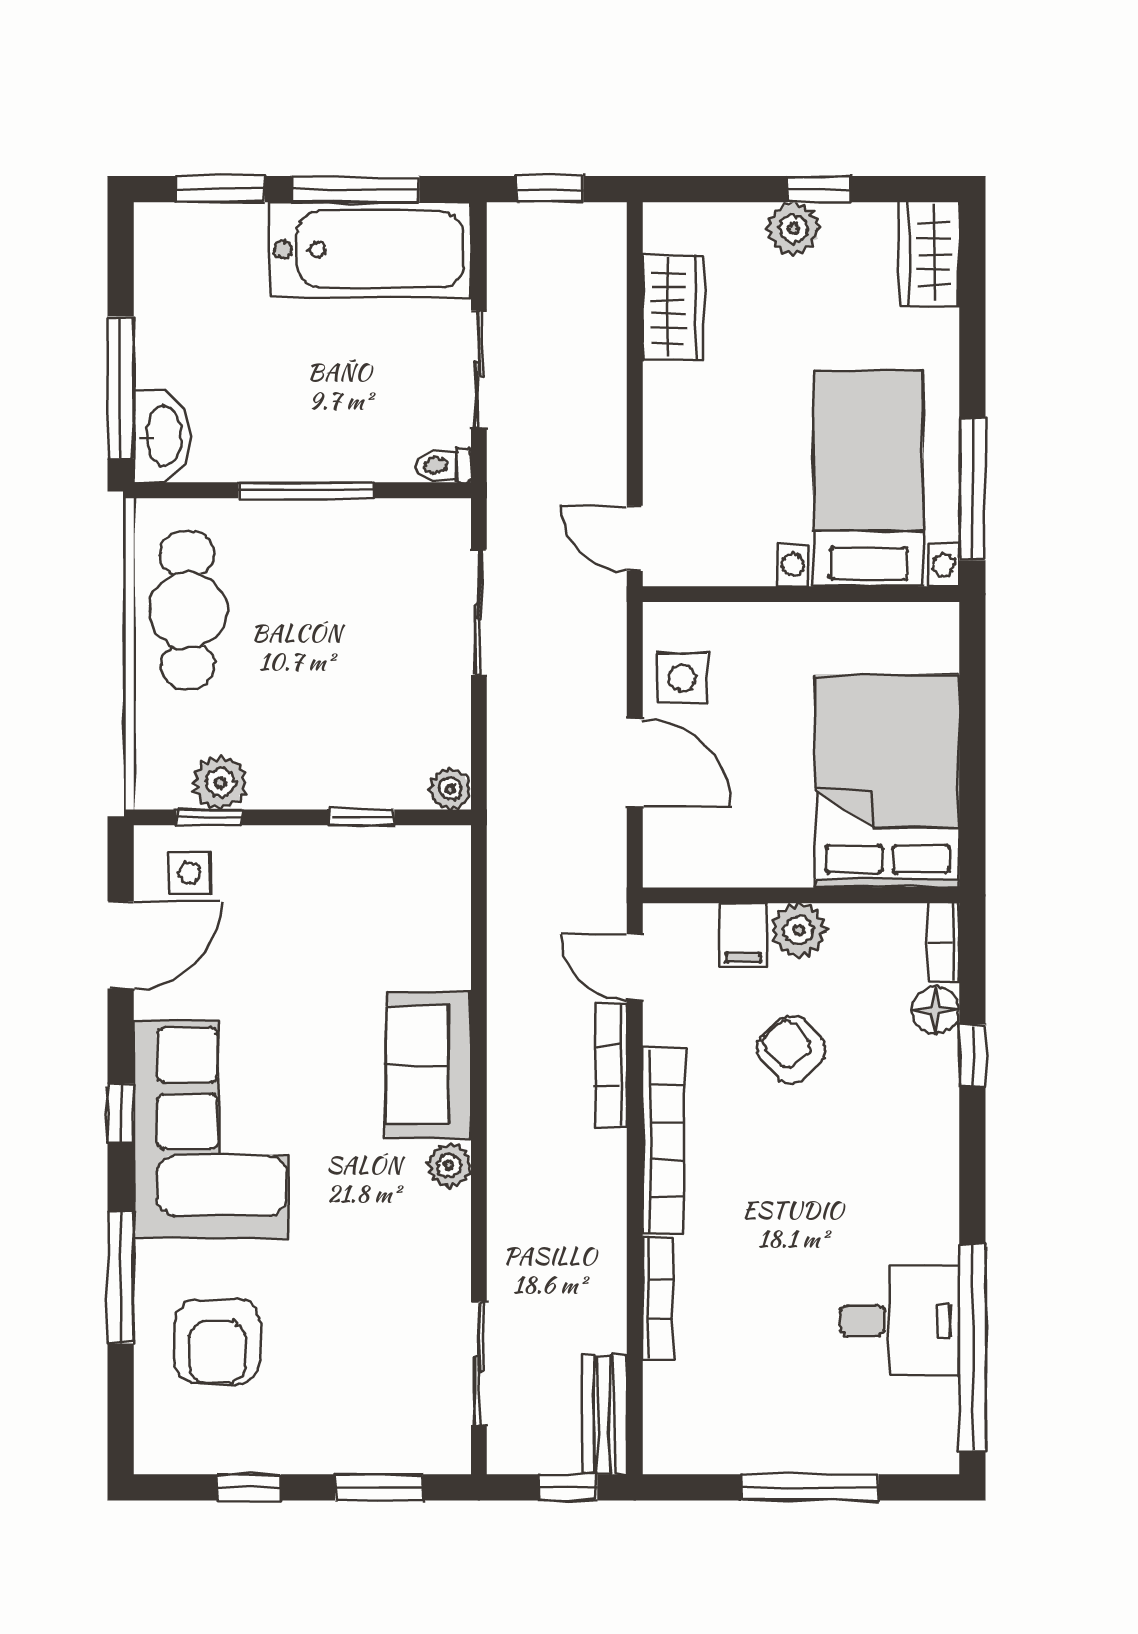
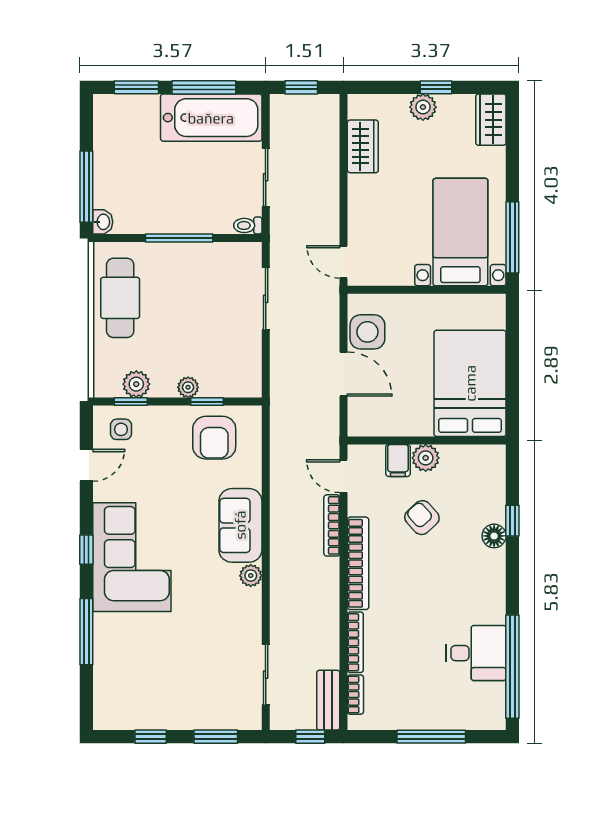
washbasin: (162, 436) -> (103, 222), width x0.52, depth x0.69
side table: (682, 678) -> (367, 332), width x1.37, depth x1.37
plant: (450, 789) -> (188, 387), moved
bookcase: (943, 943) -> (355, 695), moved, turned 180
door: (121, 945) -> (86, 465), width x0.73
floor lamp: (936, 1010) -> (494, 536), moved
armchair: (218, 1341) -> (214, 438), moved

